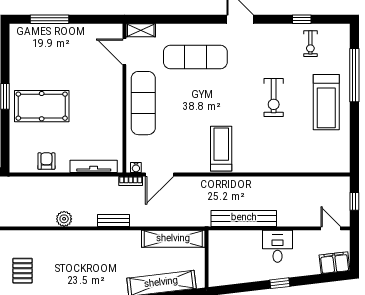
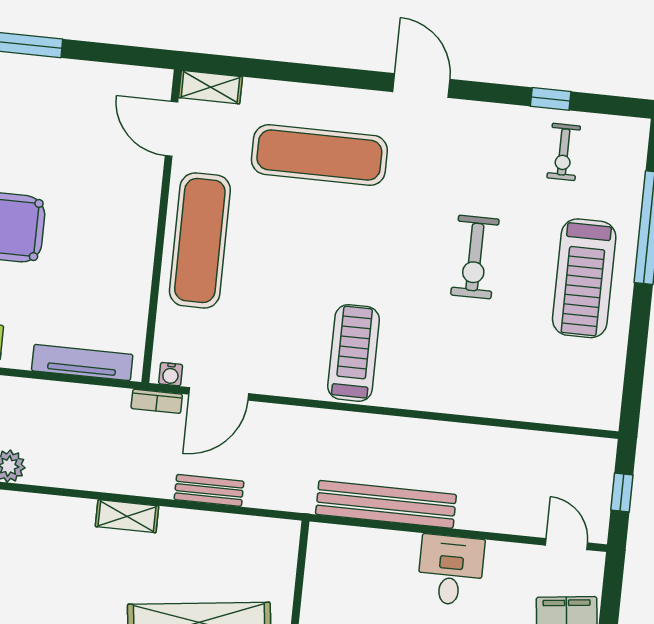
bench: (113, 220) -> (209, 490), moved
shelving: (173, 239) -> (127, 516), moved, width x0.45, depth x0.75

